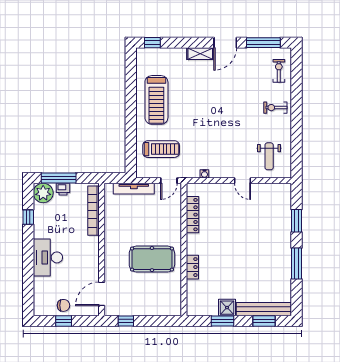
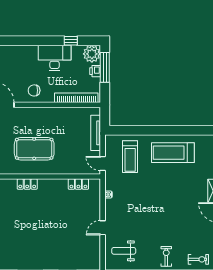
locker: (192, 215) -> (78, 184), width x0.66
desk: (48, 257) -> (55, 58), moved
chair: (85, 259) -> (34, 90), added
pool table: (152, 259) -> (34, 149), turned 90

